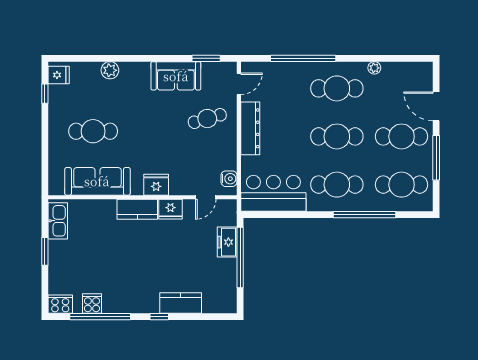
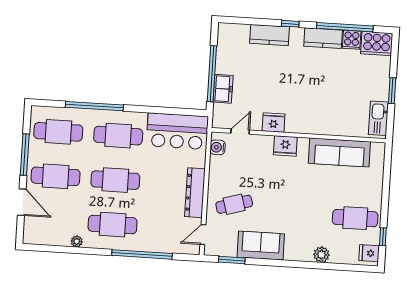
cafe table: (93, 131) -> (355, 218), moved
kitchen counter: (137, 209) -> (323, 38), moved, turned 180
cooker: (60, 304) -> (377, 44), width x1.37, depth x1.31

